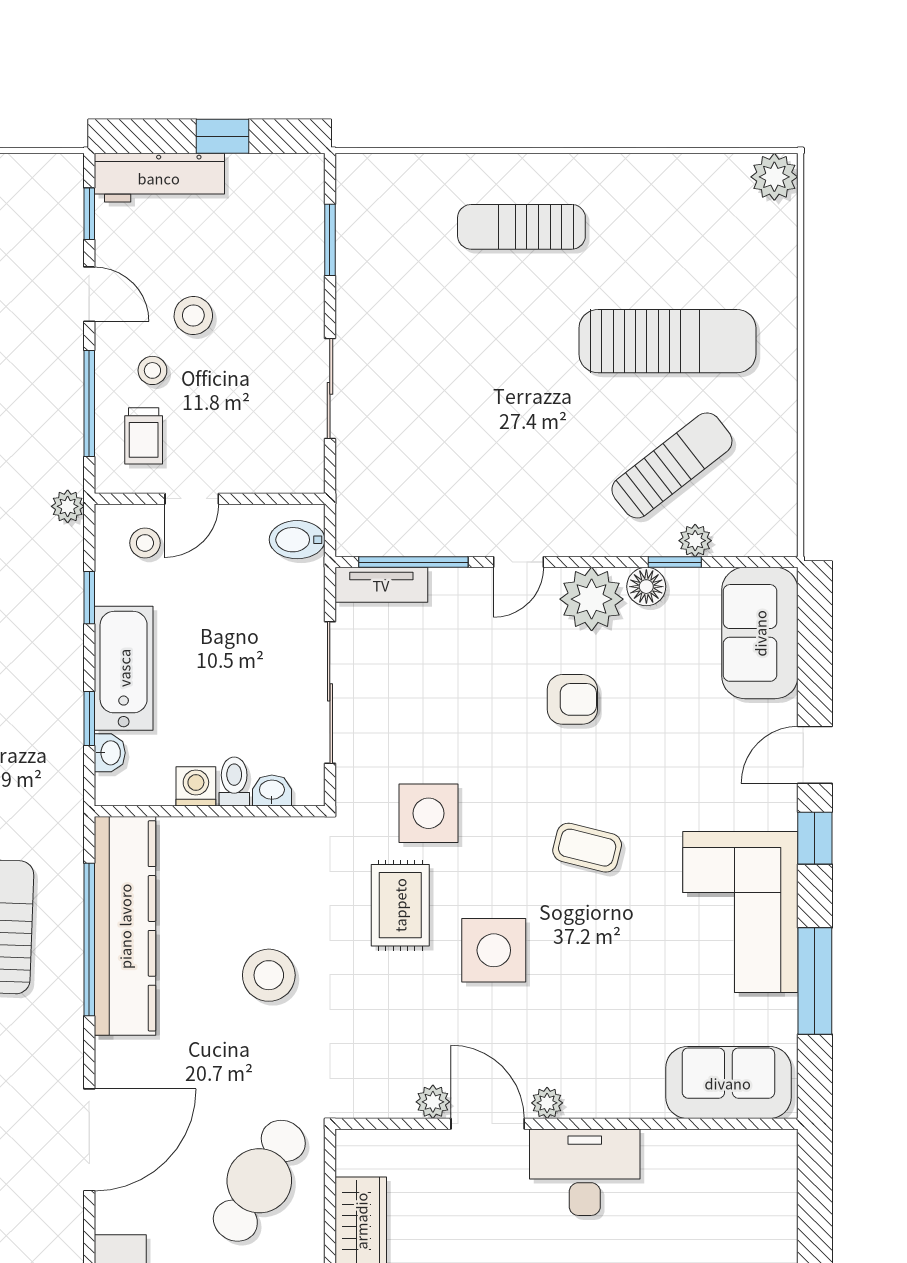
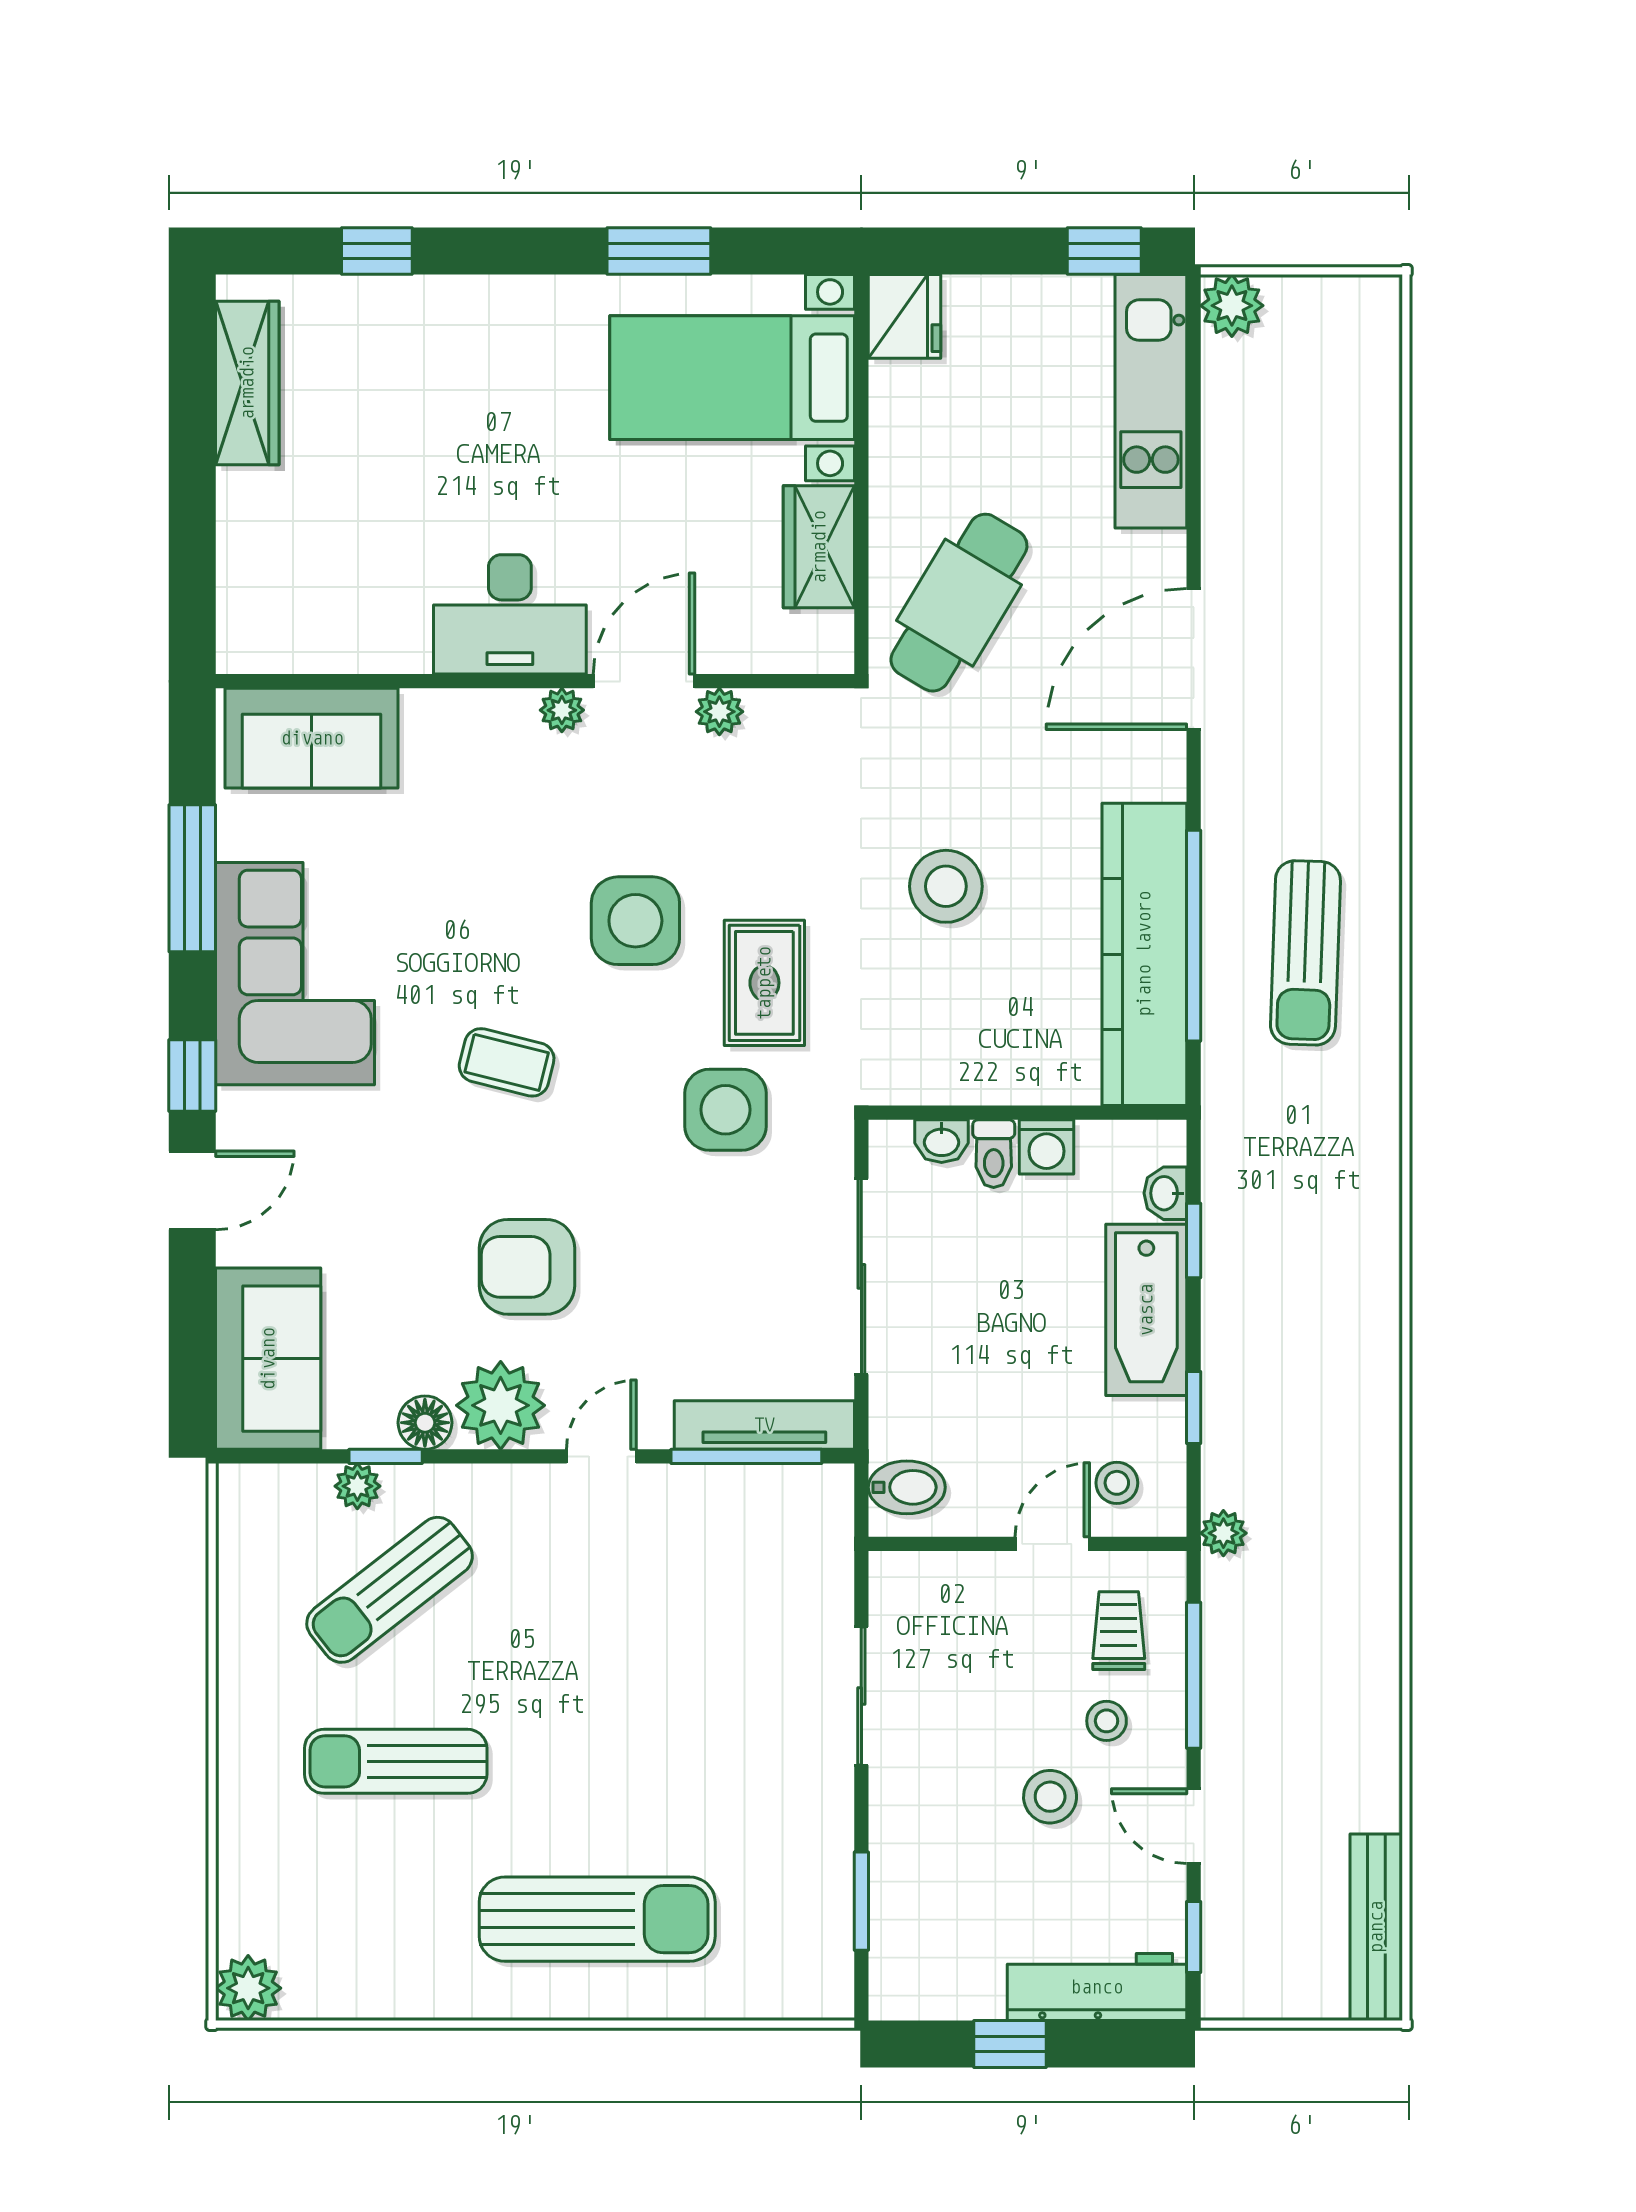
sun lounger: (521, 227) -> (597, 1919), width x1.36, depth x1.34
sun lounger: (667, 341) -> (396, 1761), width x0.73, depth x0.75
tv unit: (381, 585) -> (764, 1425), width x1.41
armchair: (572, 699) -> (527, 1267), width x1.38, depth x1.38
door: (488, 1124) -> (644, 681), swing flipped

